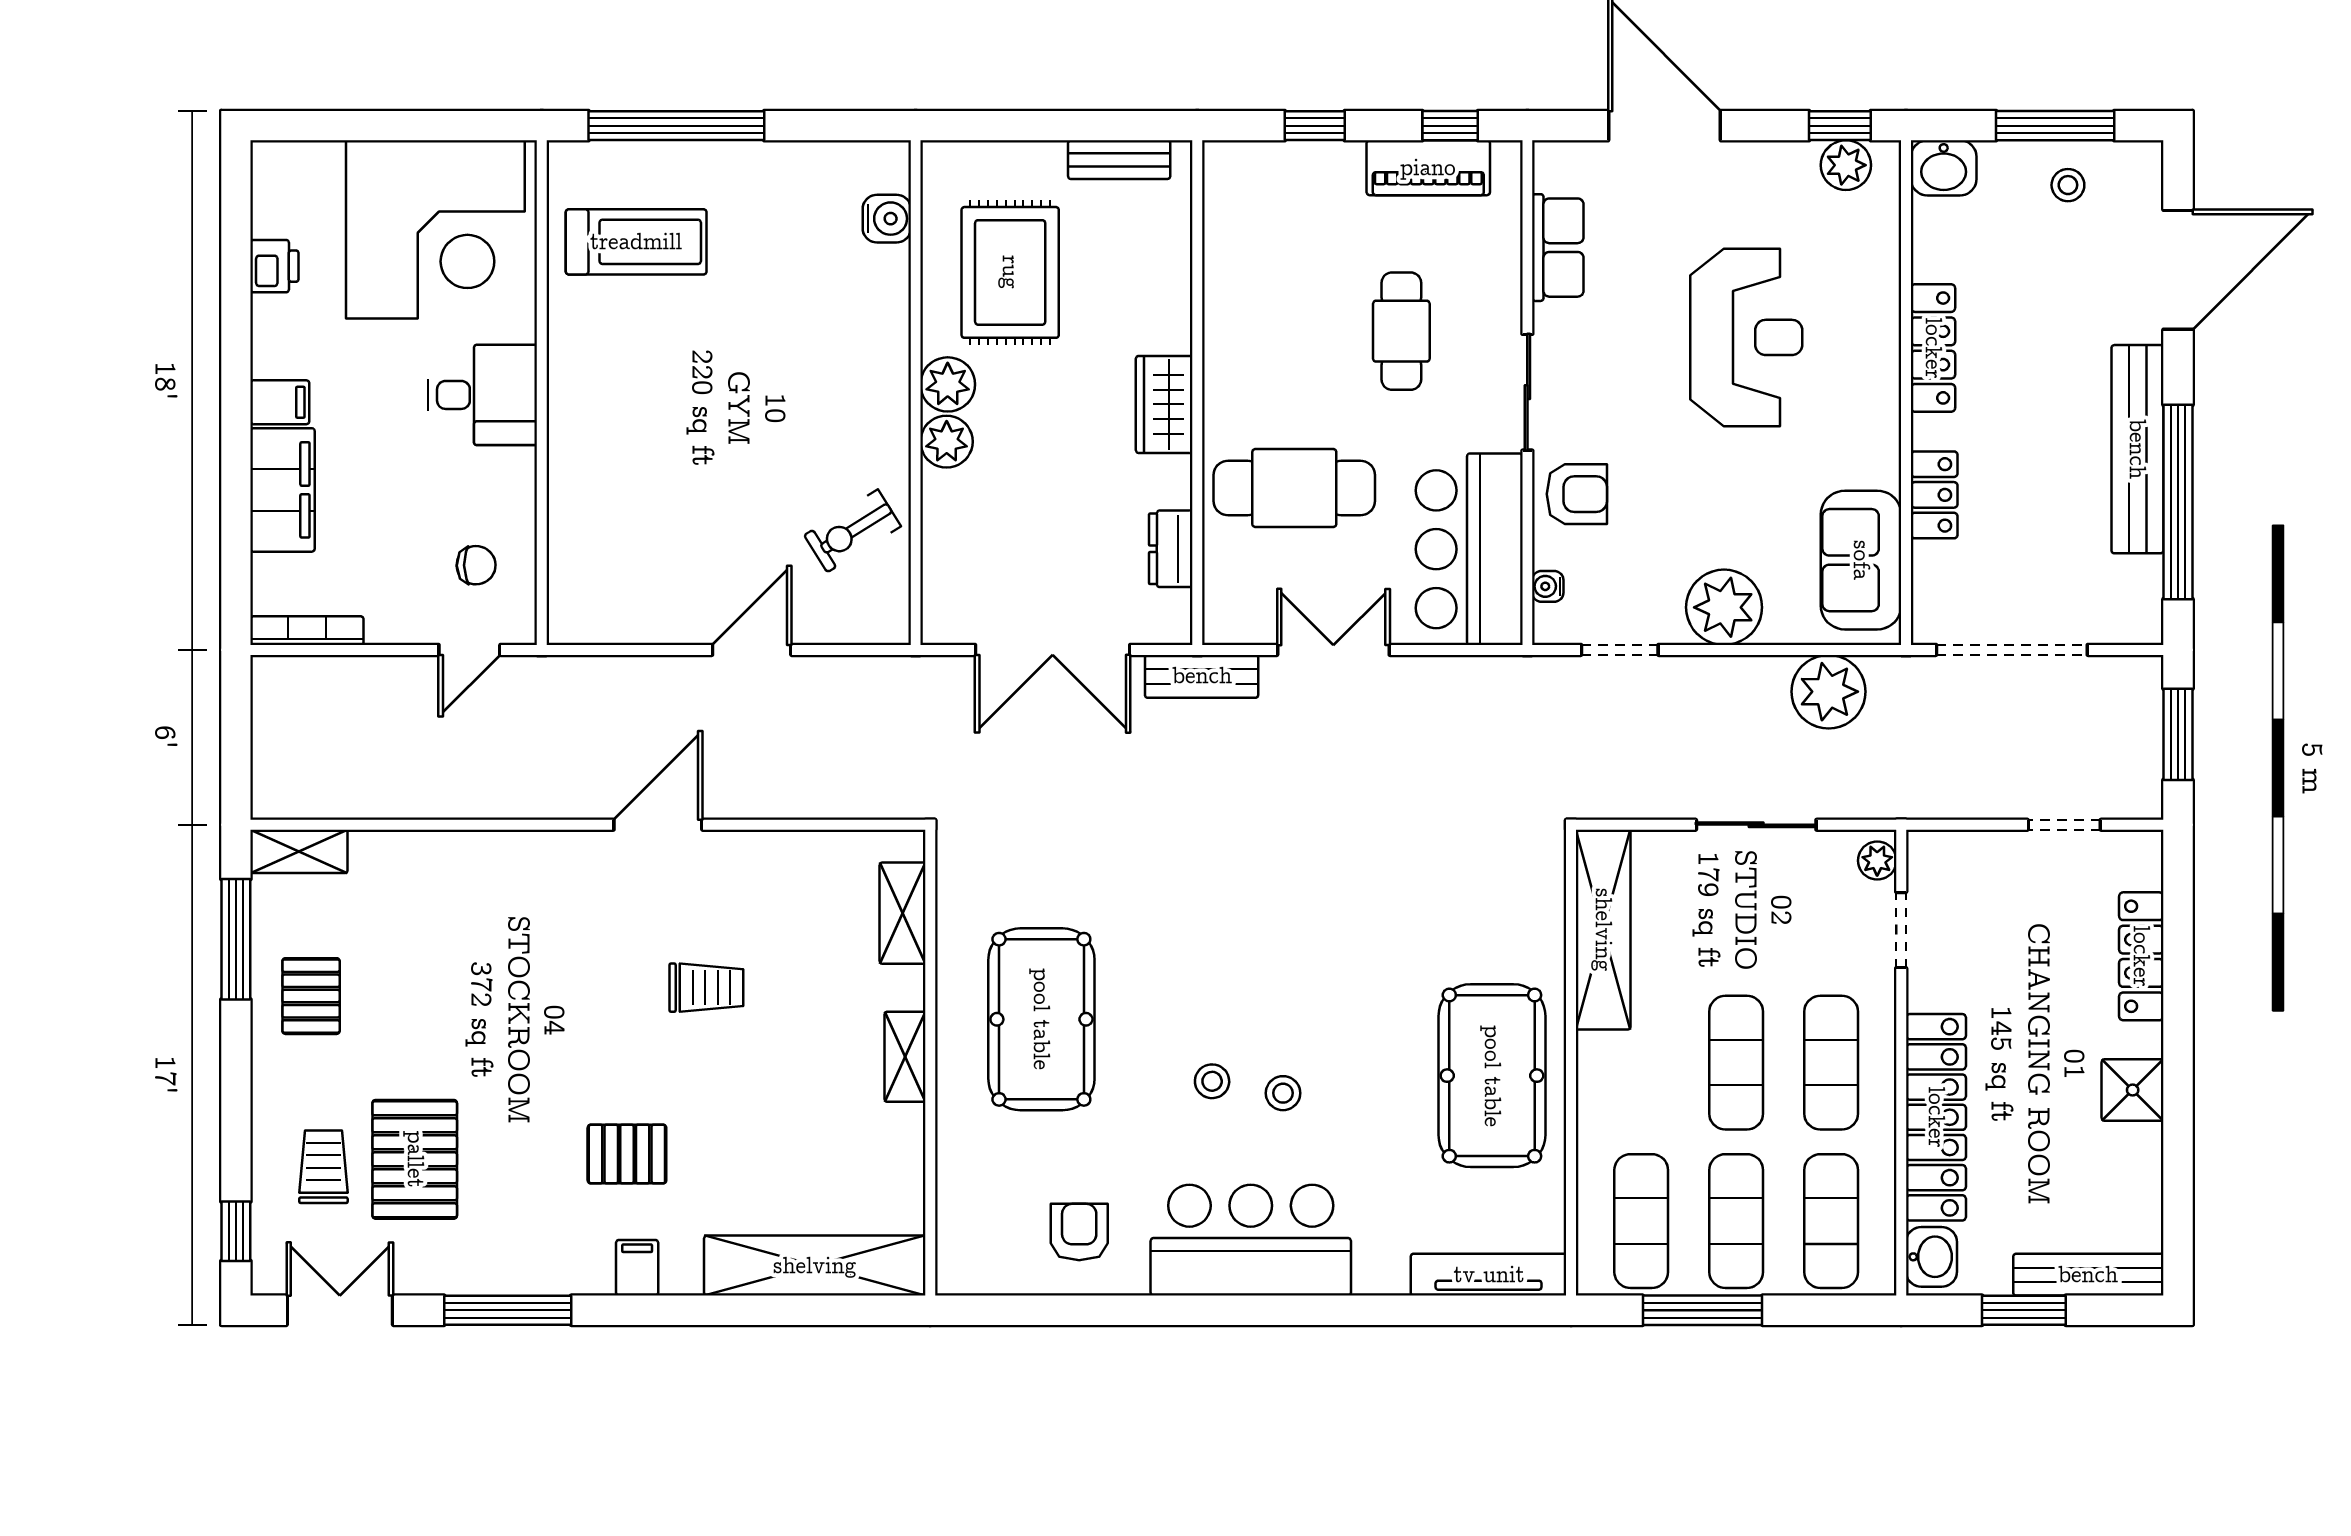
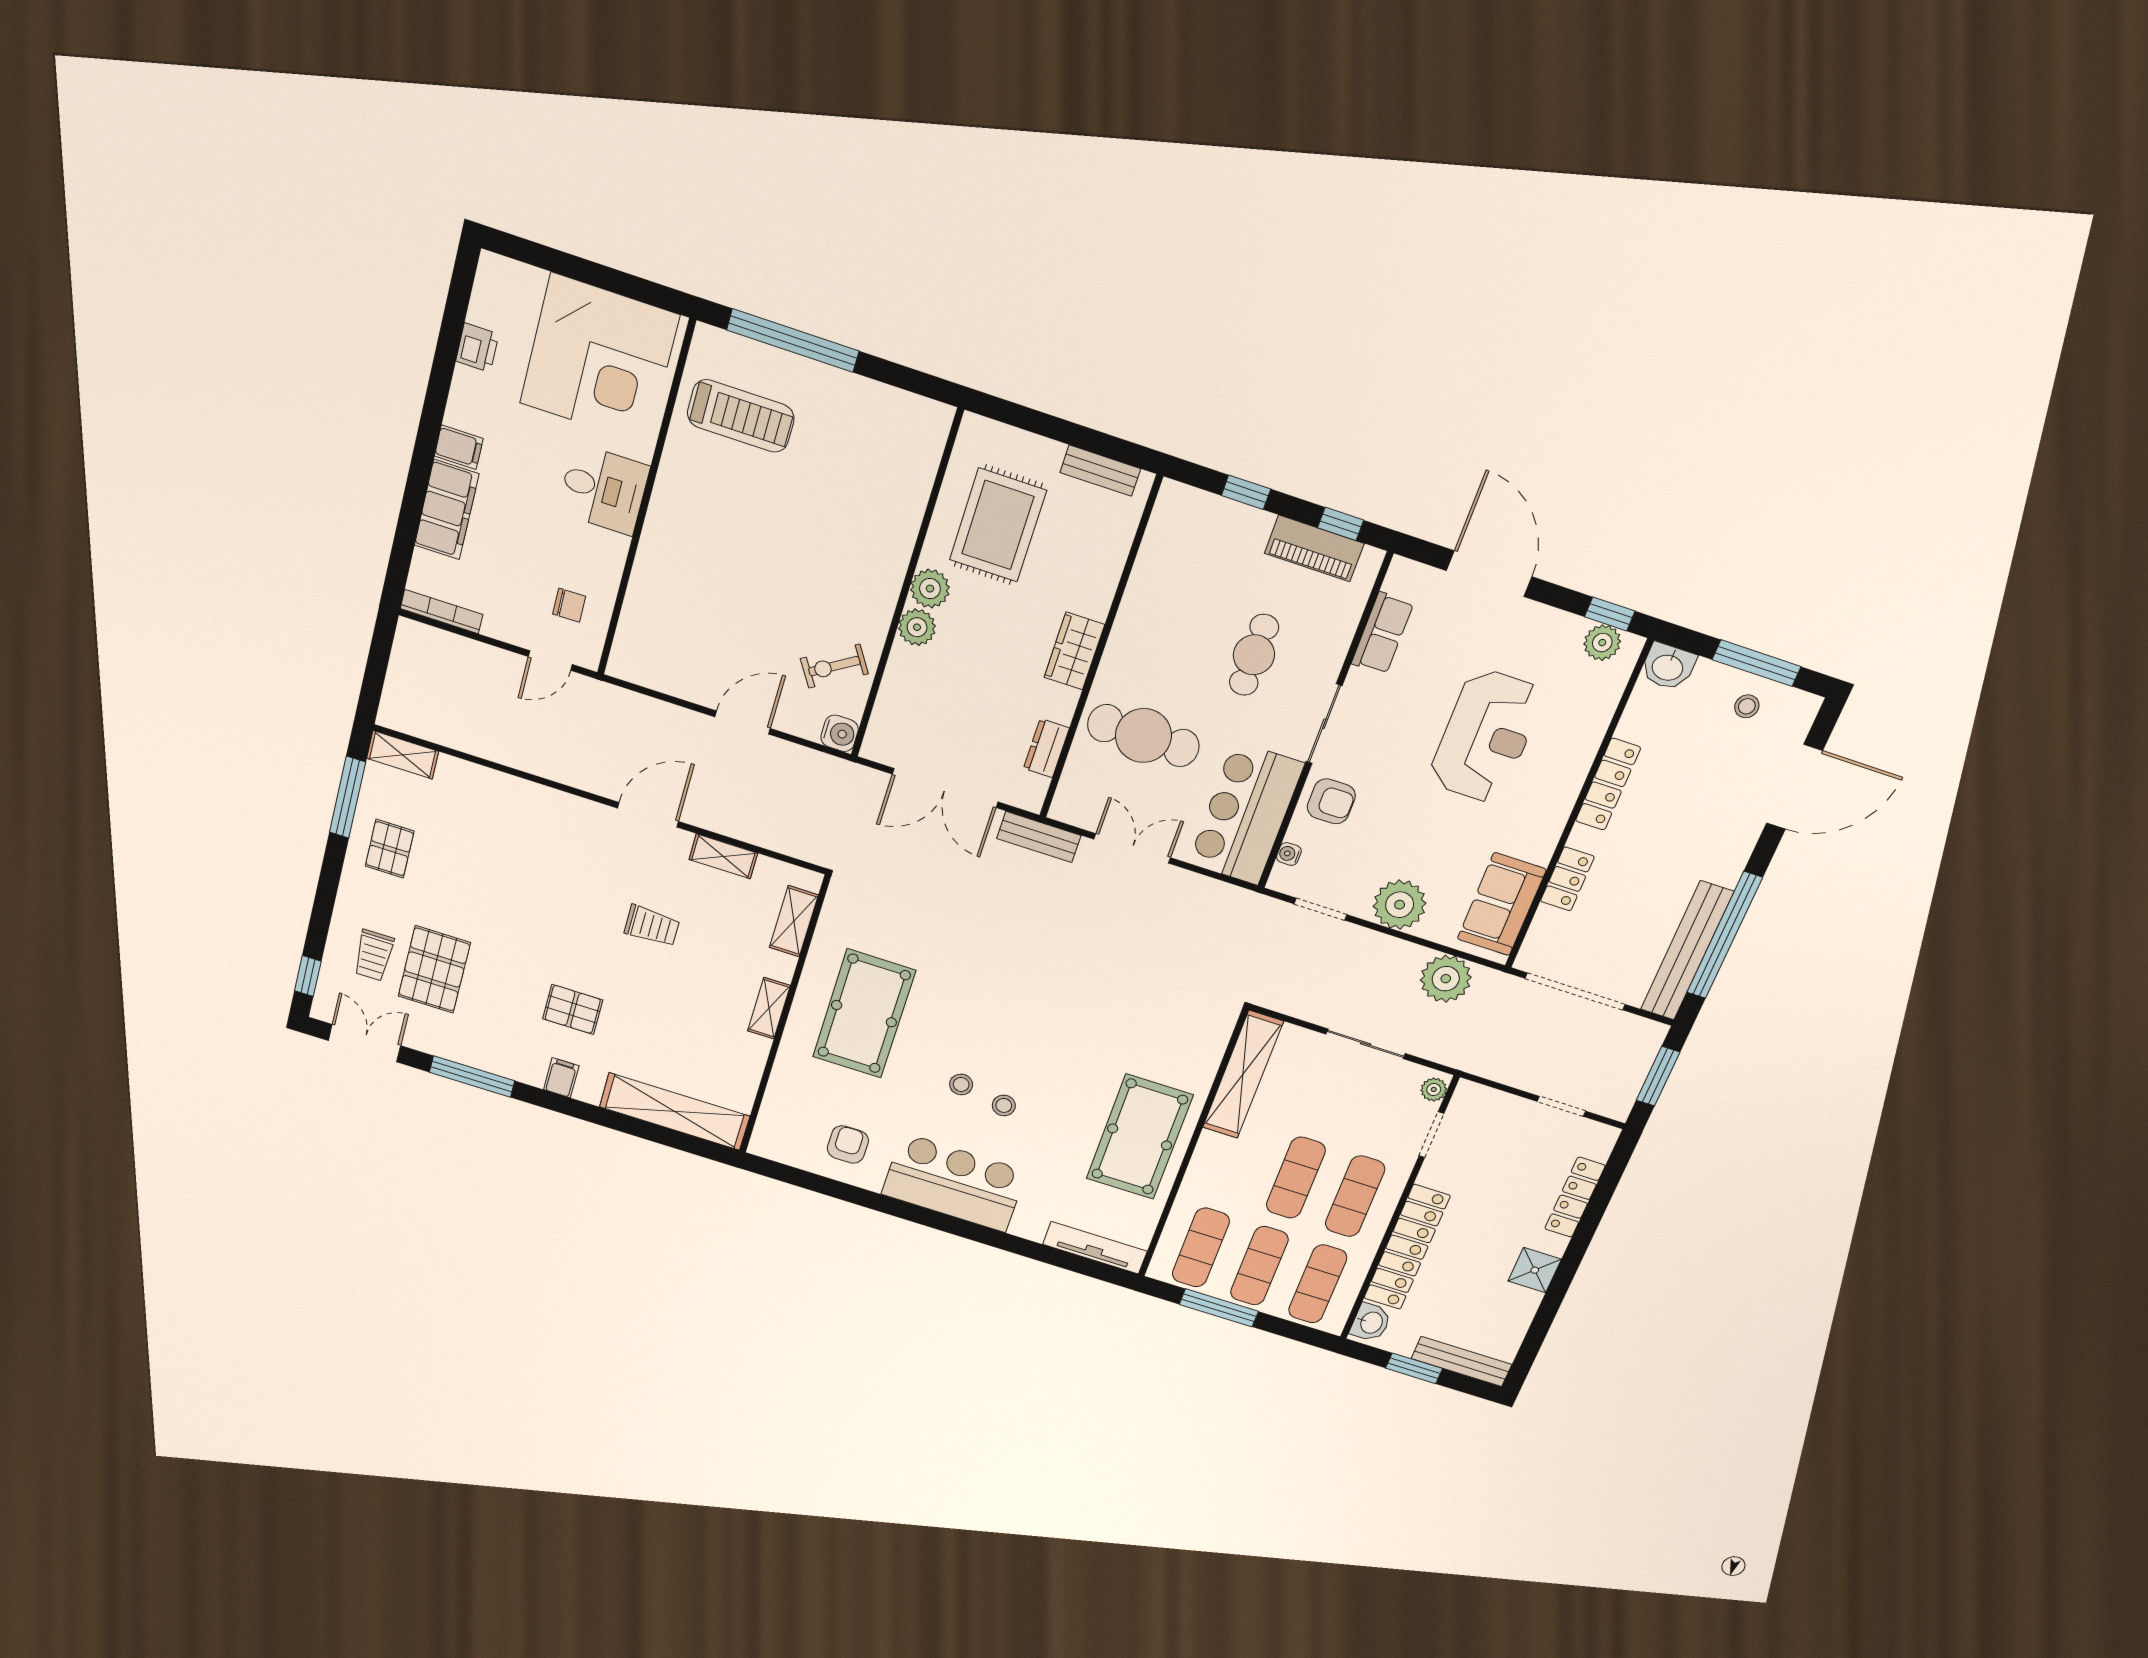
water cooler: (887, 219) -> (840, 733), moved
bench: (2137, 449) -> (1687, 951), moved
shelving: (778, 850) -> (723, 856), added
trolley: (323, 1167) -> (374, 955), turned 180

